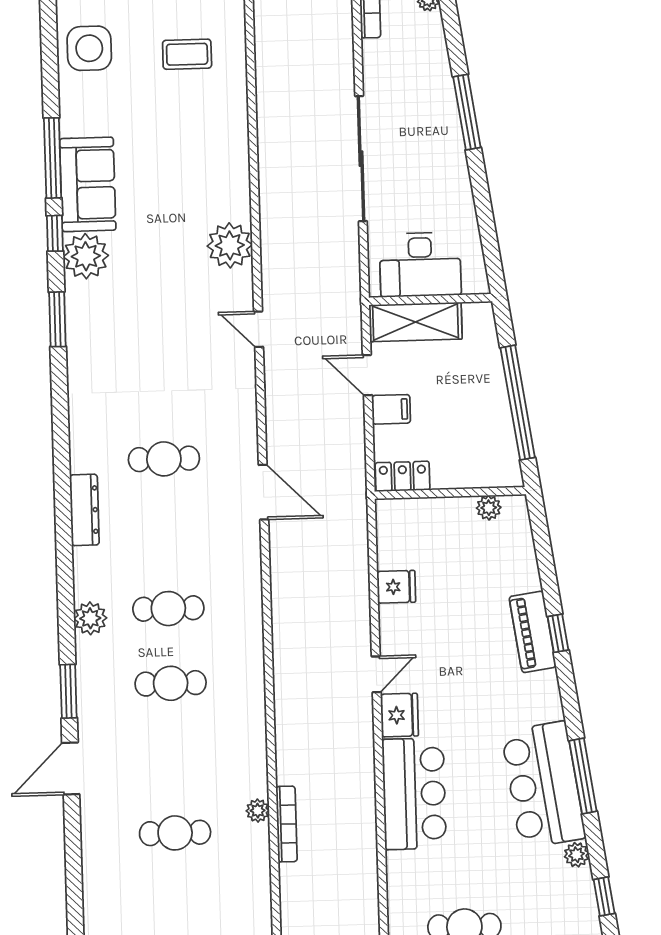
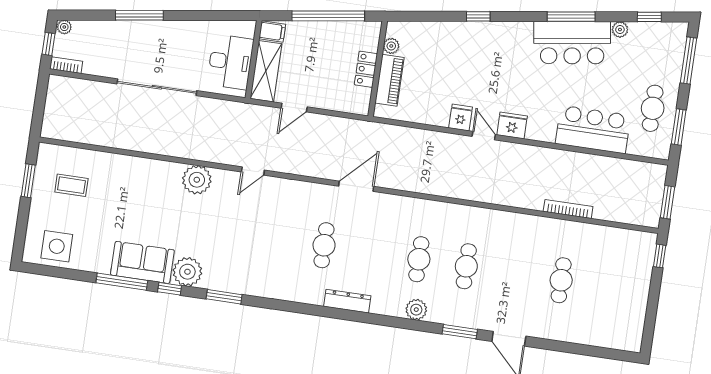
coffee table: (187, 54) -> (71, 185), turned 90
filing cabinet: (391, 409) -> (272, 32), moved, turned 90
locker: (403, 476) -> (366, 69), moved
fridge: (396, 587) -> (461, 117), moved
piano: (533, 632) -> (389, 80), moved, turned -82
bar counter: (414, 794) -> (593, 129), moved
plant: (258, 811) -> (556, 226), removed

